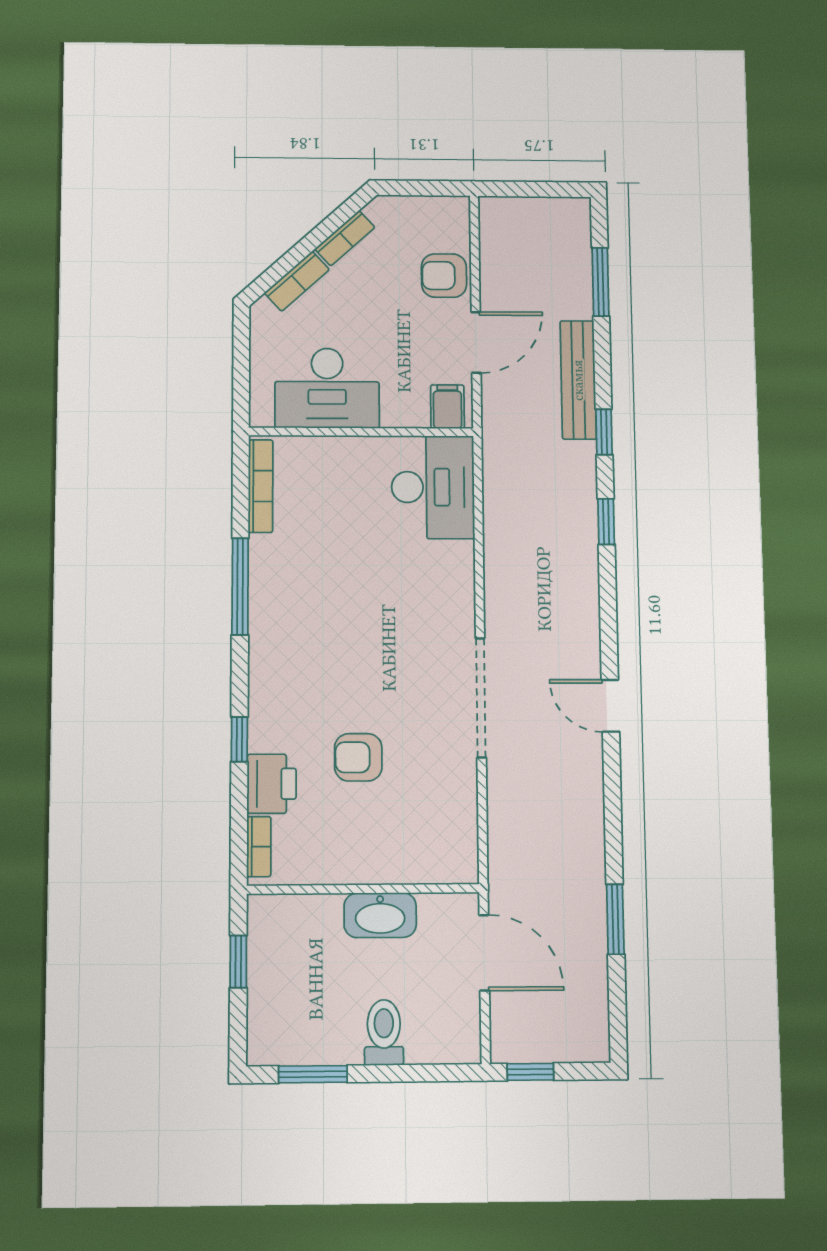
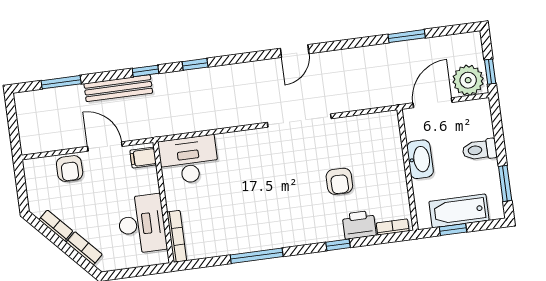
bookcase: (261, 486) -> (177, 236), moved, turned 90
bathtub: (272, 978) -> (459, 211), added
plant: (519, 1027) -> (468, 80), added

